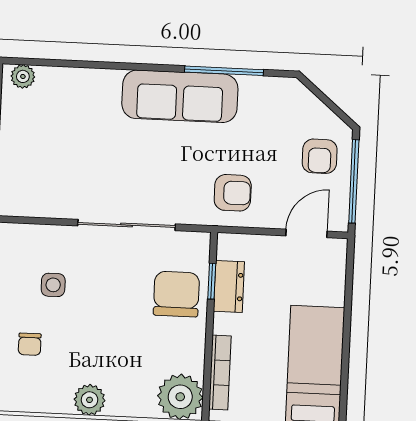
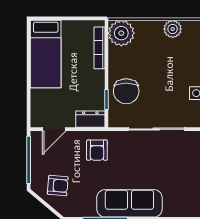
armchair: (320, 156) -> (58, 186), moved, turned 95
armchair: (233, 193) -> (97, 150), turned -90
dresser: (229, 287) -> (90, 119), moved, turned 90

